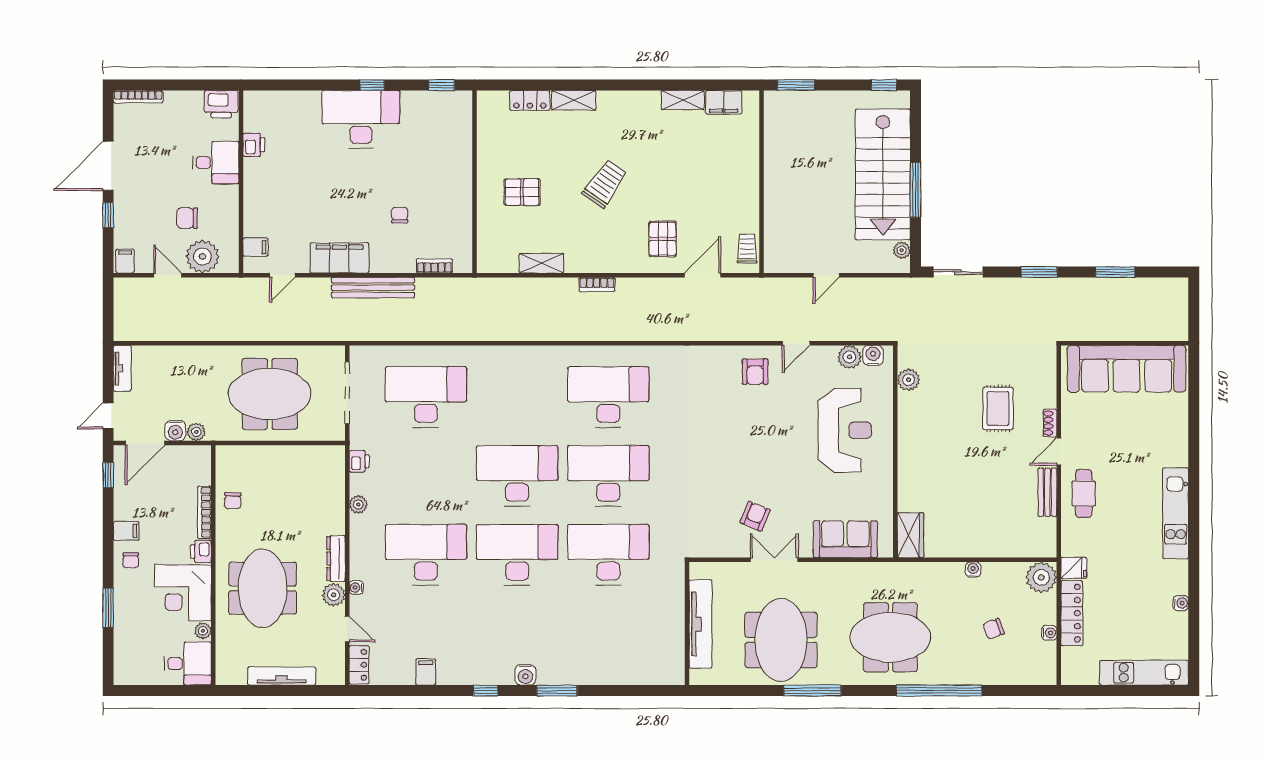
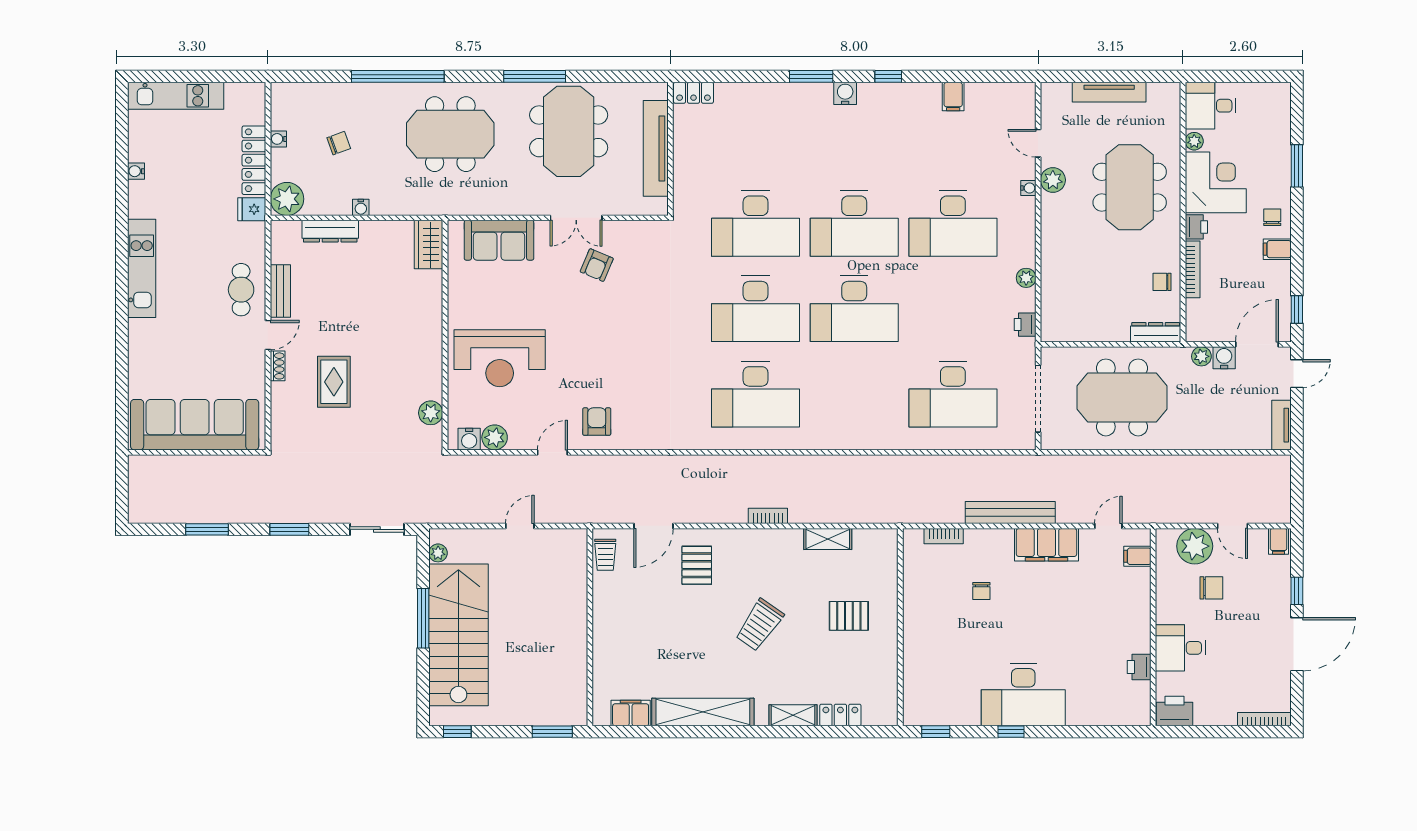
shelving: (683, 100) -> (703, 712), width x2.20, depth x1.33
reception desk: (845, 430) -> (500, 358), turned -90
chair: (233, 501) -> (1162, 282), turned -91
dresser: (1001, 548) -> (330, 231), added
dresser: (336, 559) -> (1156, 332), moved, turned -90
locker: (359, 665) -> (693, 93), moved, turned -90

